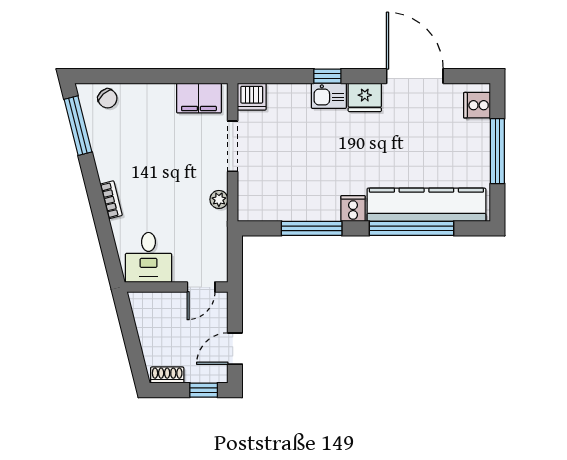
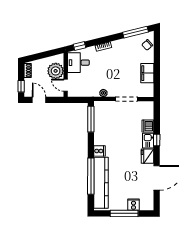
dishwasher: (252, 97) -> (148, 126), moved
filing cabinet: (199, 98) -> (147, 73), moved
cooker: (477, 105) -> (133, 205), moved
window: (312, 228) -> (91, 119), moved
window: (110, 255) -> (80, 46), added
plant: (168, 310) -> (56, 71), added

